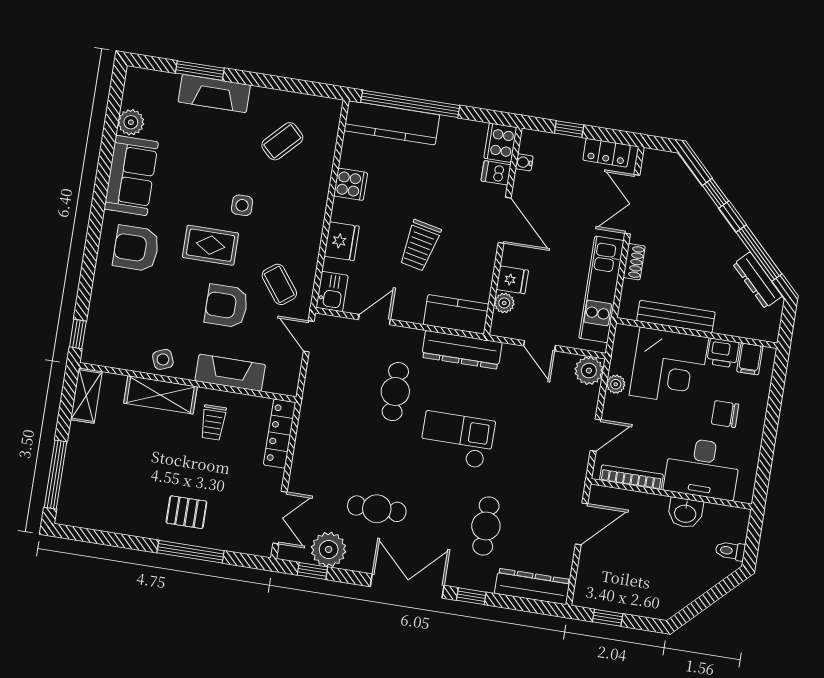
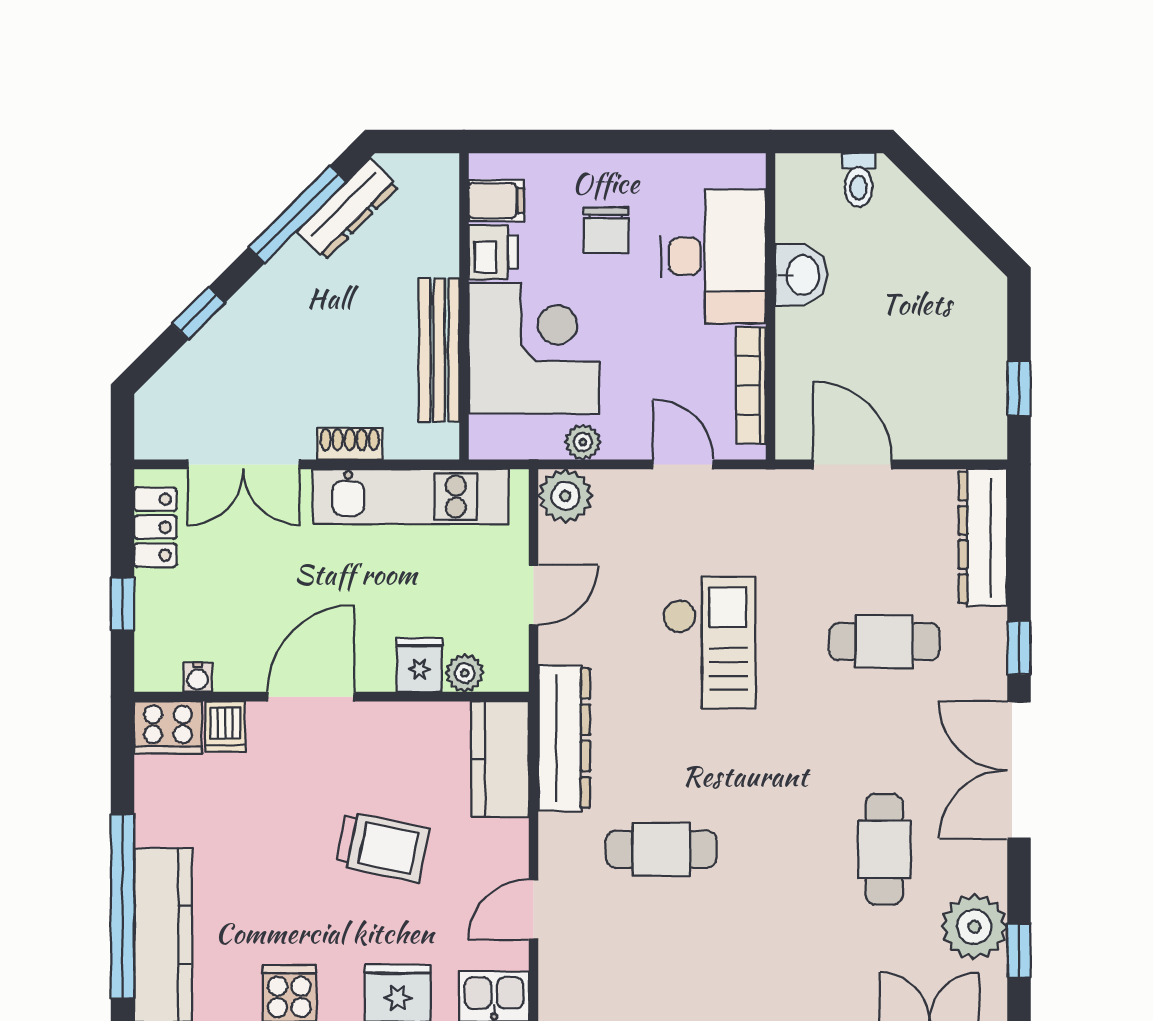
door: (374, 320) -> (534, 910), hinge flipped
checkout: (457, 440) -> (709, 643), moved, turned 180

